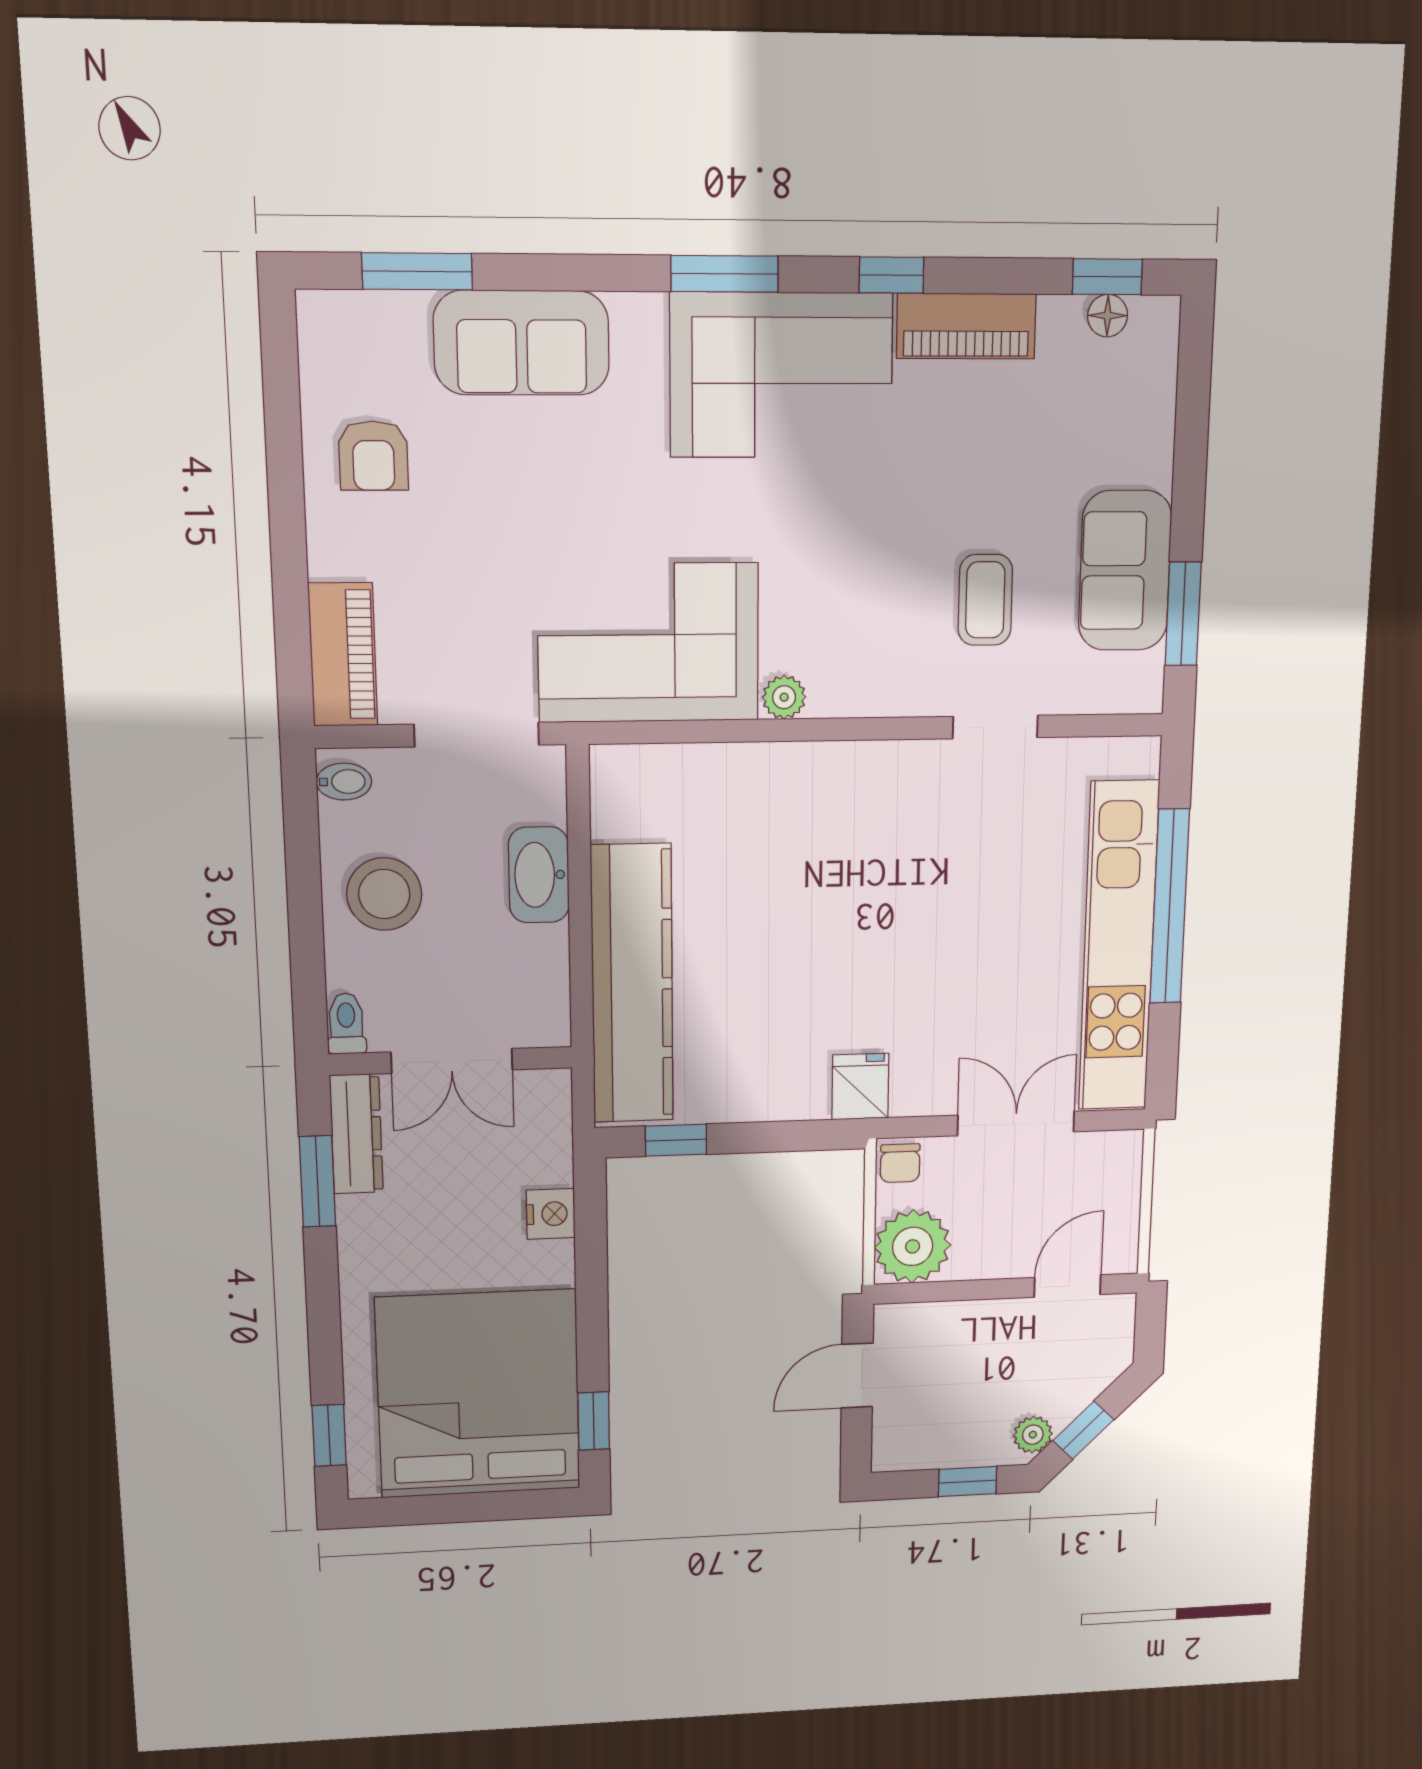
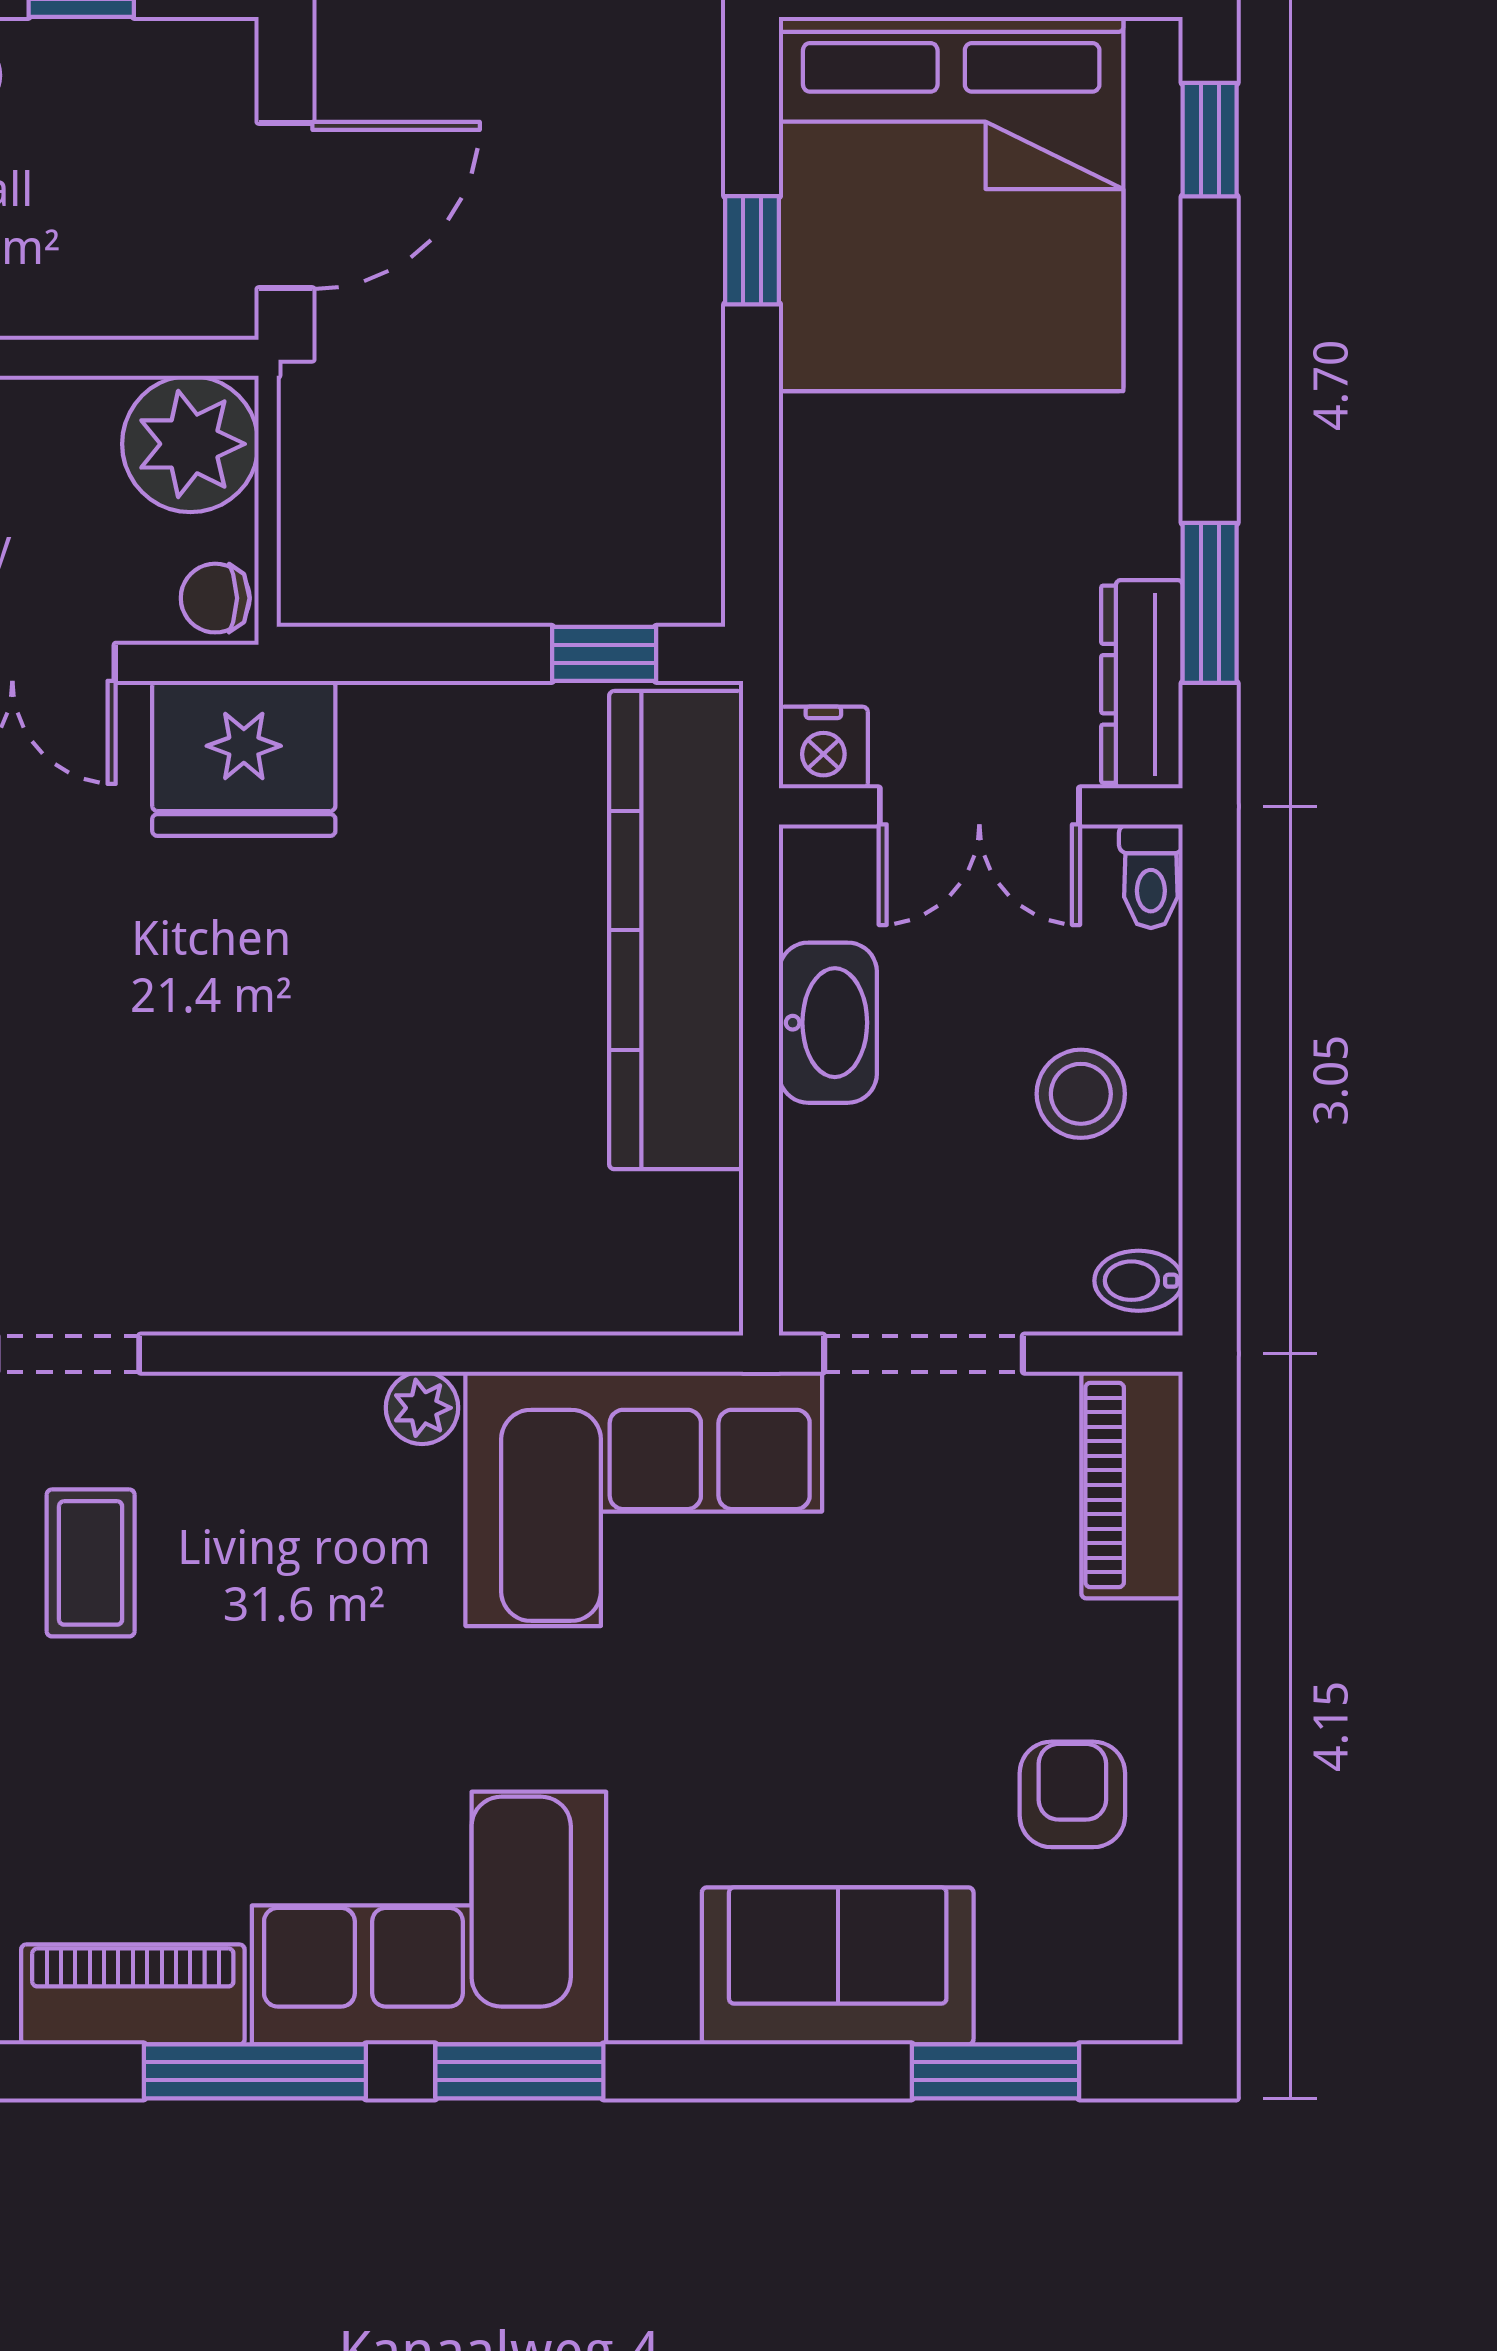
window: (891, 275) -> (255, 2071), width x2.17
washbasin: (539, 875) -> (828, 1023), moved
stool: (384, 894) -> (1081, 1094), width x0.73, depth x0.73
double door: (452, 1061) -> (979, 806), swing flipped
fridge: (860, 1087) -> (244, 758), width x1.88, depth x1.34
chair: (900, 1163) -> (215, 598), turned -90
nightstand: (551, 1214) -> (823, 748), moved, turned -90
door: (857, 1376) -> (286, 206), width x1.38
window: (594, 1421) -> (752, 250), moved

